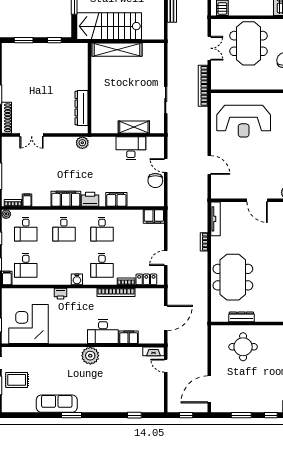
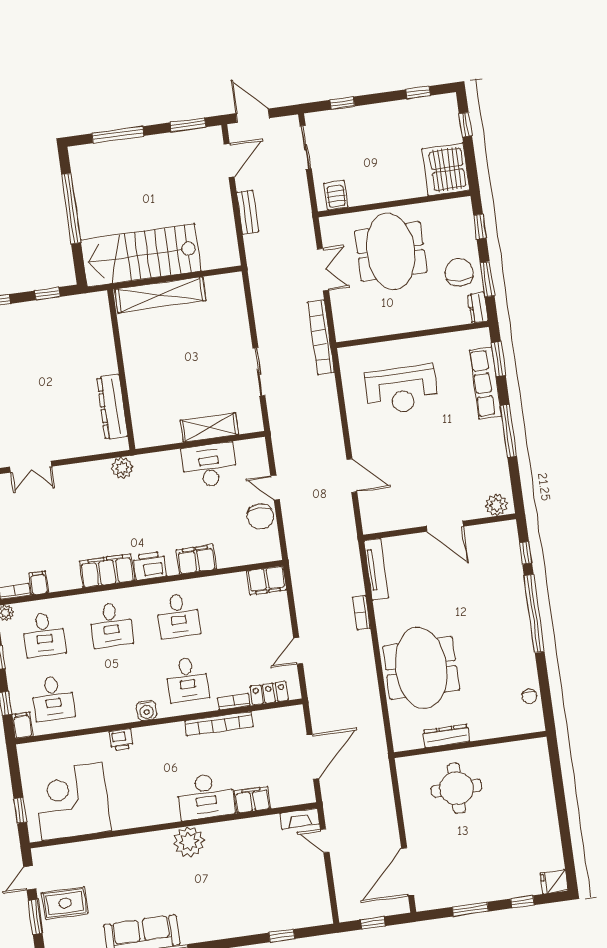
reception desk: (244, 121) -> (402, 390), width x0.74, depth x0.77

